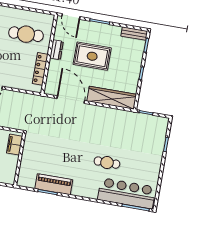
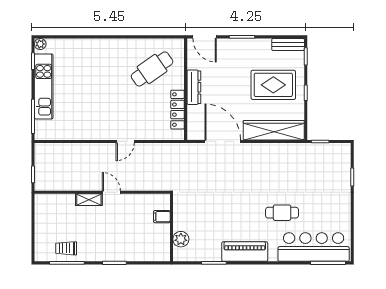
cafe table: (26, 34) -> (152, 69), turned -33
dresser: (57, 50) -> (194, 87), width x1.44
rug: (92, 56) -> (273, 85), moved
filing cabinet: (14, 145) -> (162, 217), width x0.50
plant: (25, 169) -> (181, 239), added
piano: (54, 184) -> (245, 252), moved

